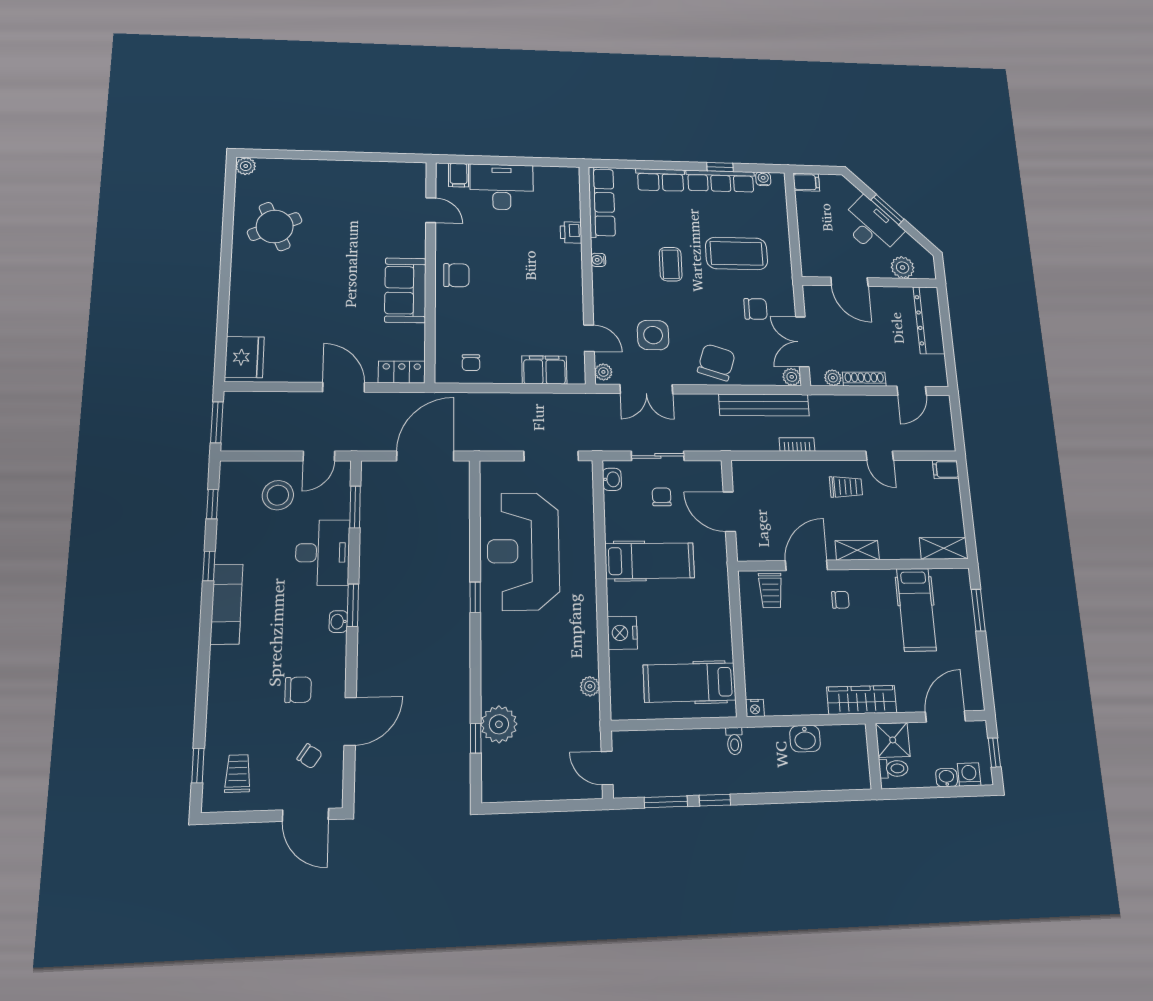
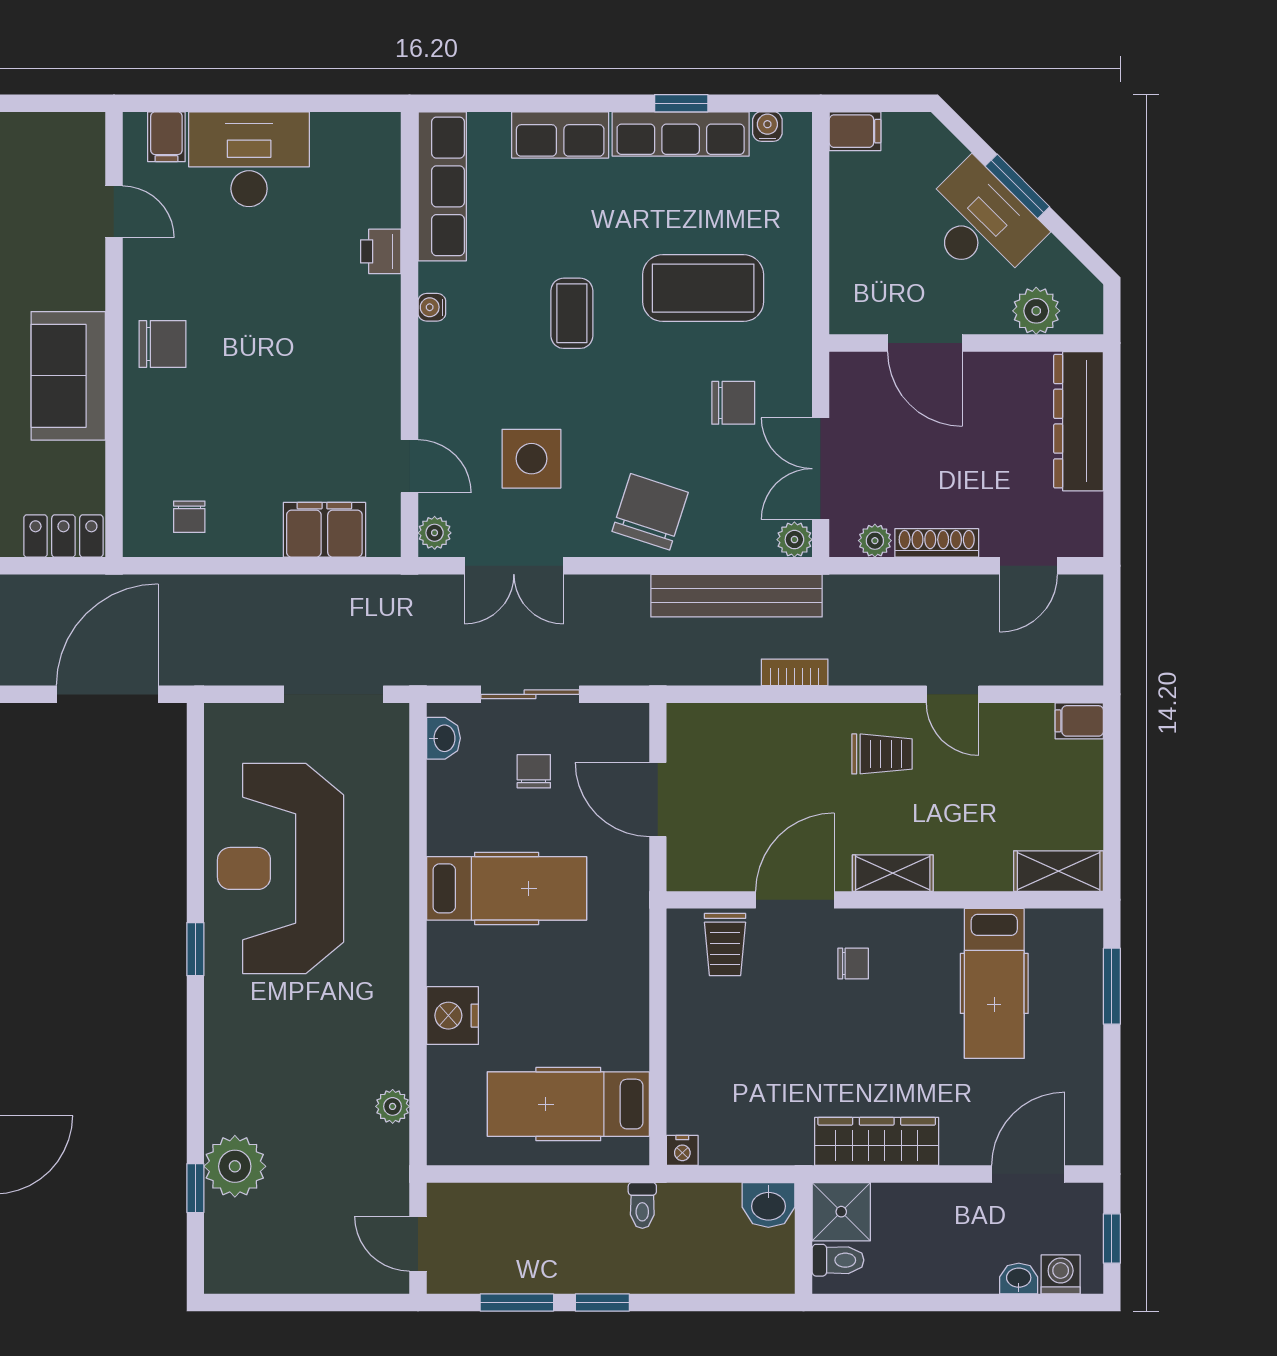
shower: (893, 740) -> (841, 1212), moved
wall: (873, 756) -> (804, 1238), moved
toilet: (894, 769) -> (838, 1260), moved

